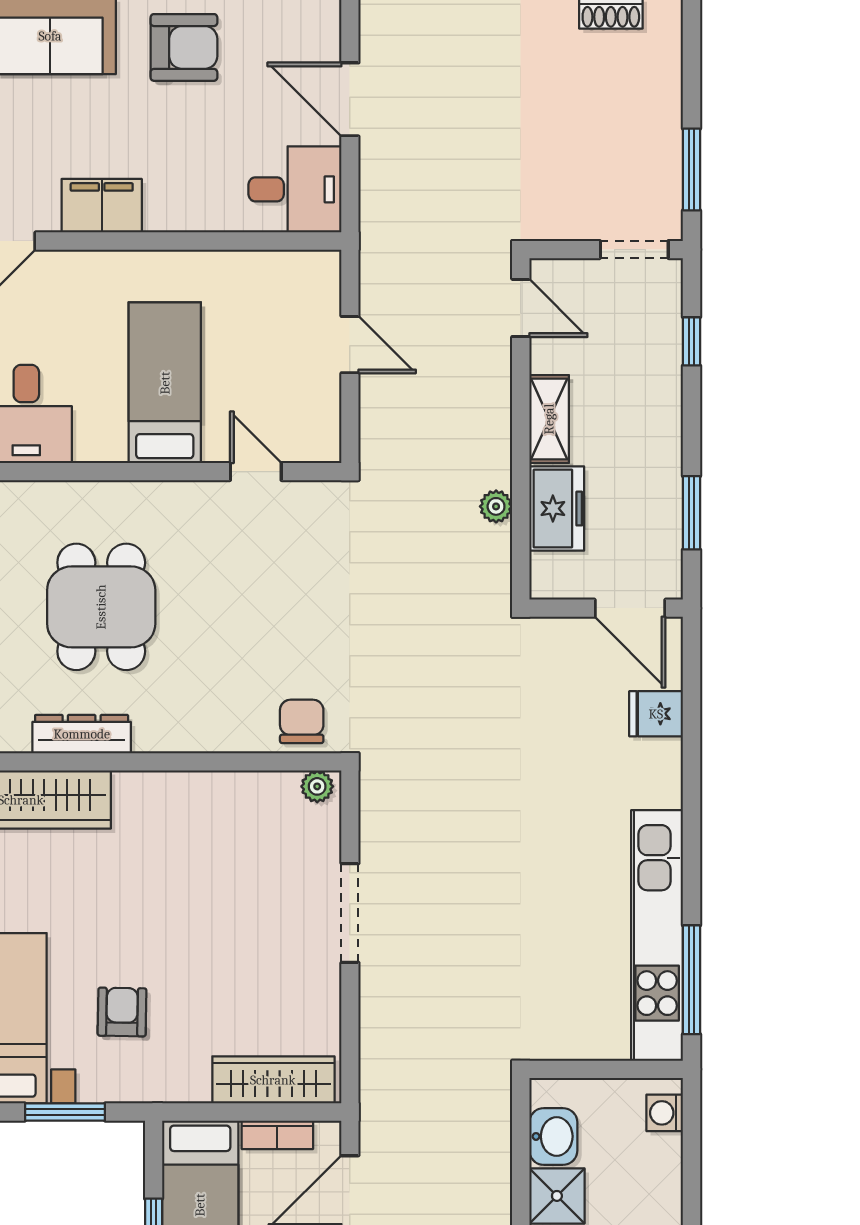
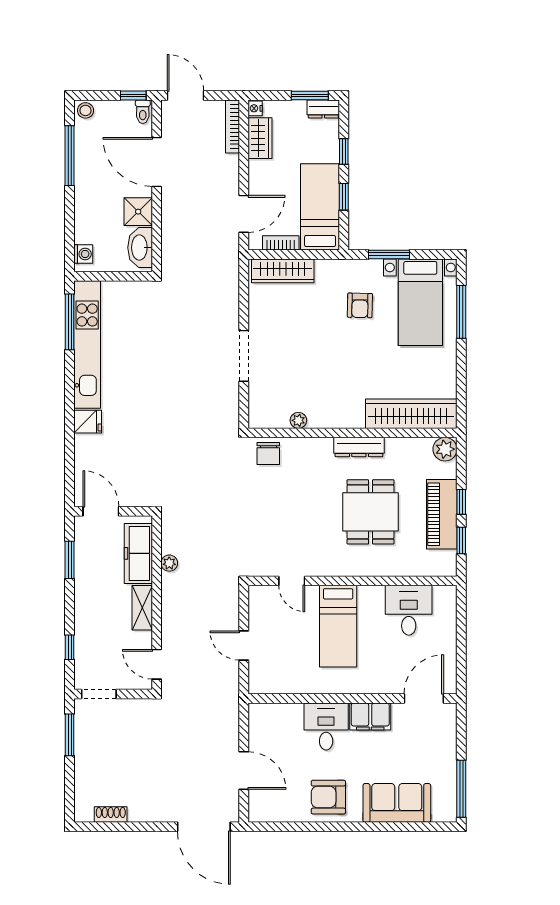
desk: (295, 189) -> (326, 726), moved, turned 90
freezer: (557, 509) -> (138, 553), width x1.40
fridge: (656, 714) -> (88, 422), moved
dresser: (82, 734) -> (359, 447), moved
plant: (317, 786) -> (298, 420), moved
washbasin: (553, 1136) -> (140, 248), width x1.38

